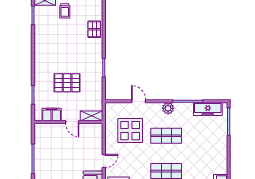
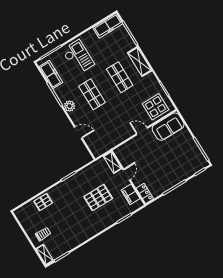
pallet: (67, 83) -> (98, 198), turned 90
door: (139, 101) -> (78, 133), swing flipped
locker: (44, 128) -> (145, 194), added
display table: (130, 131) -> (105, 125), removed
checkout: (208, 144) -> (78, 57), added

